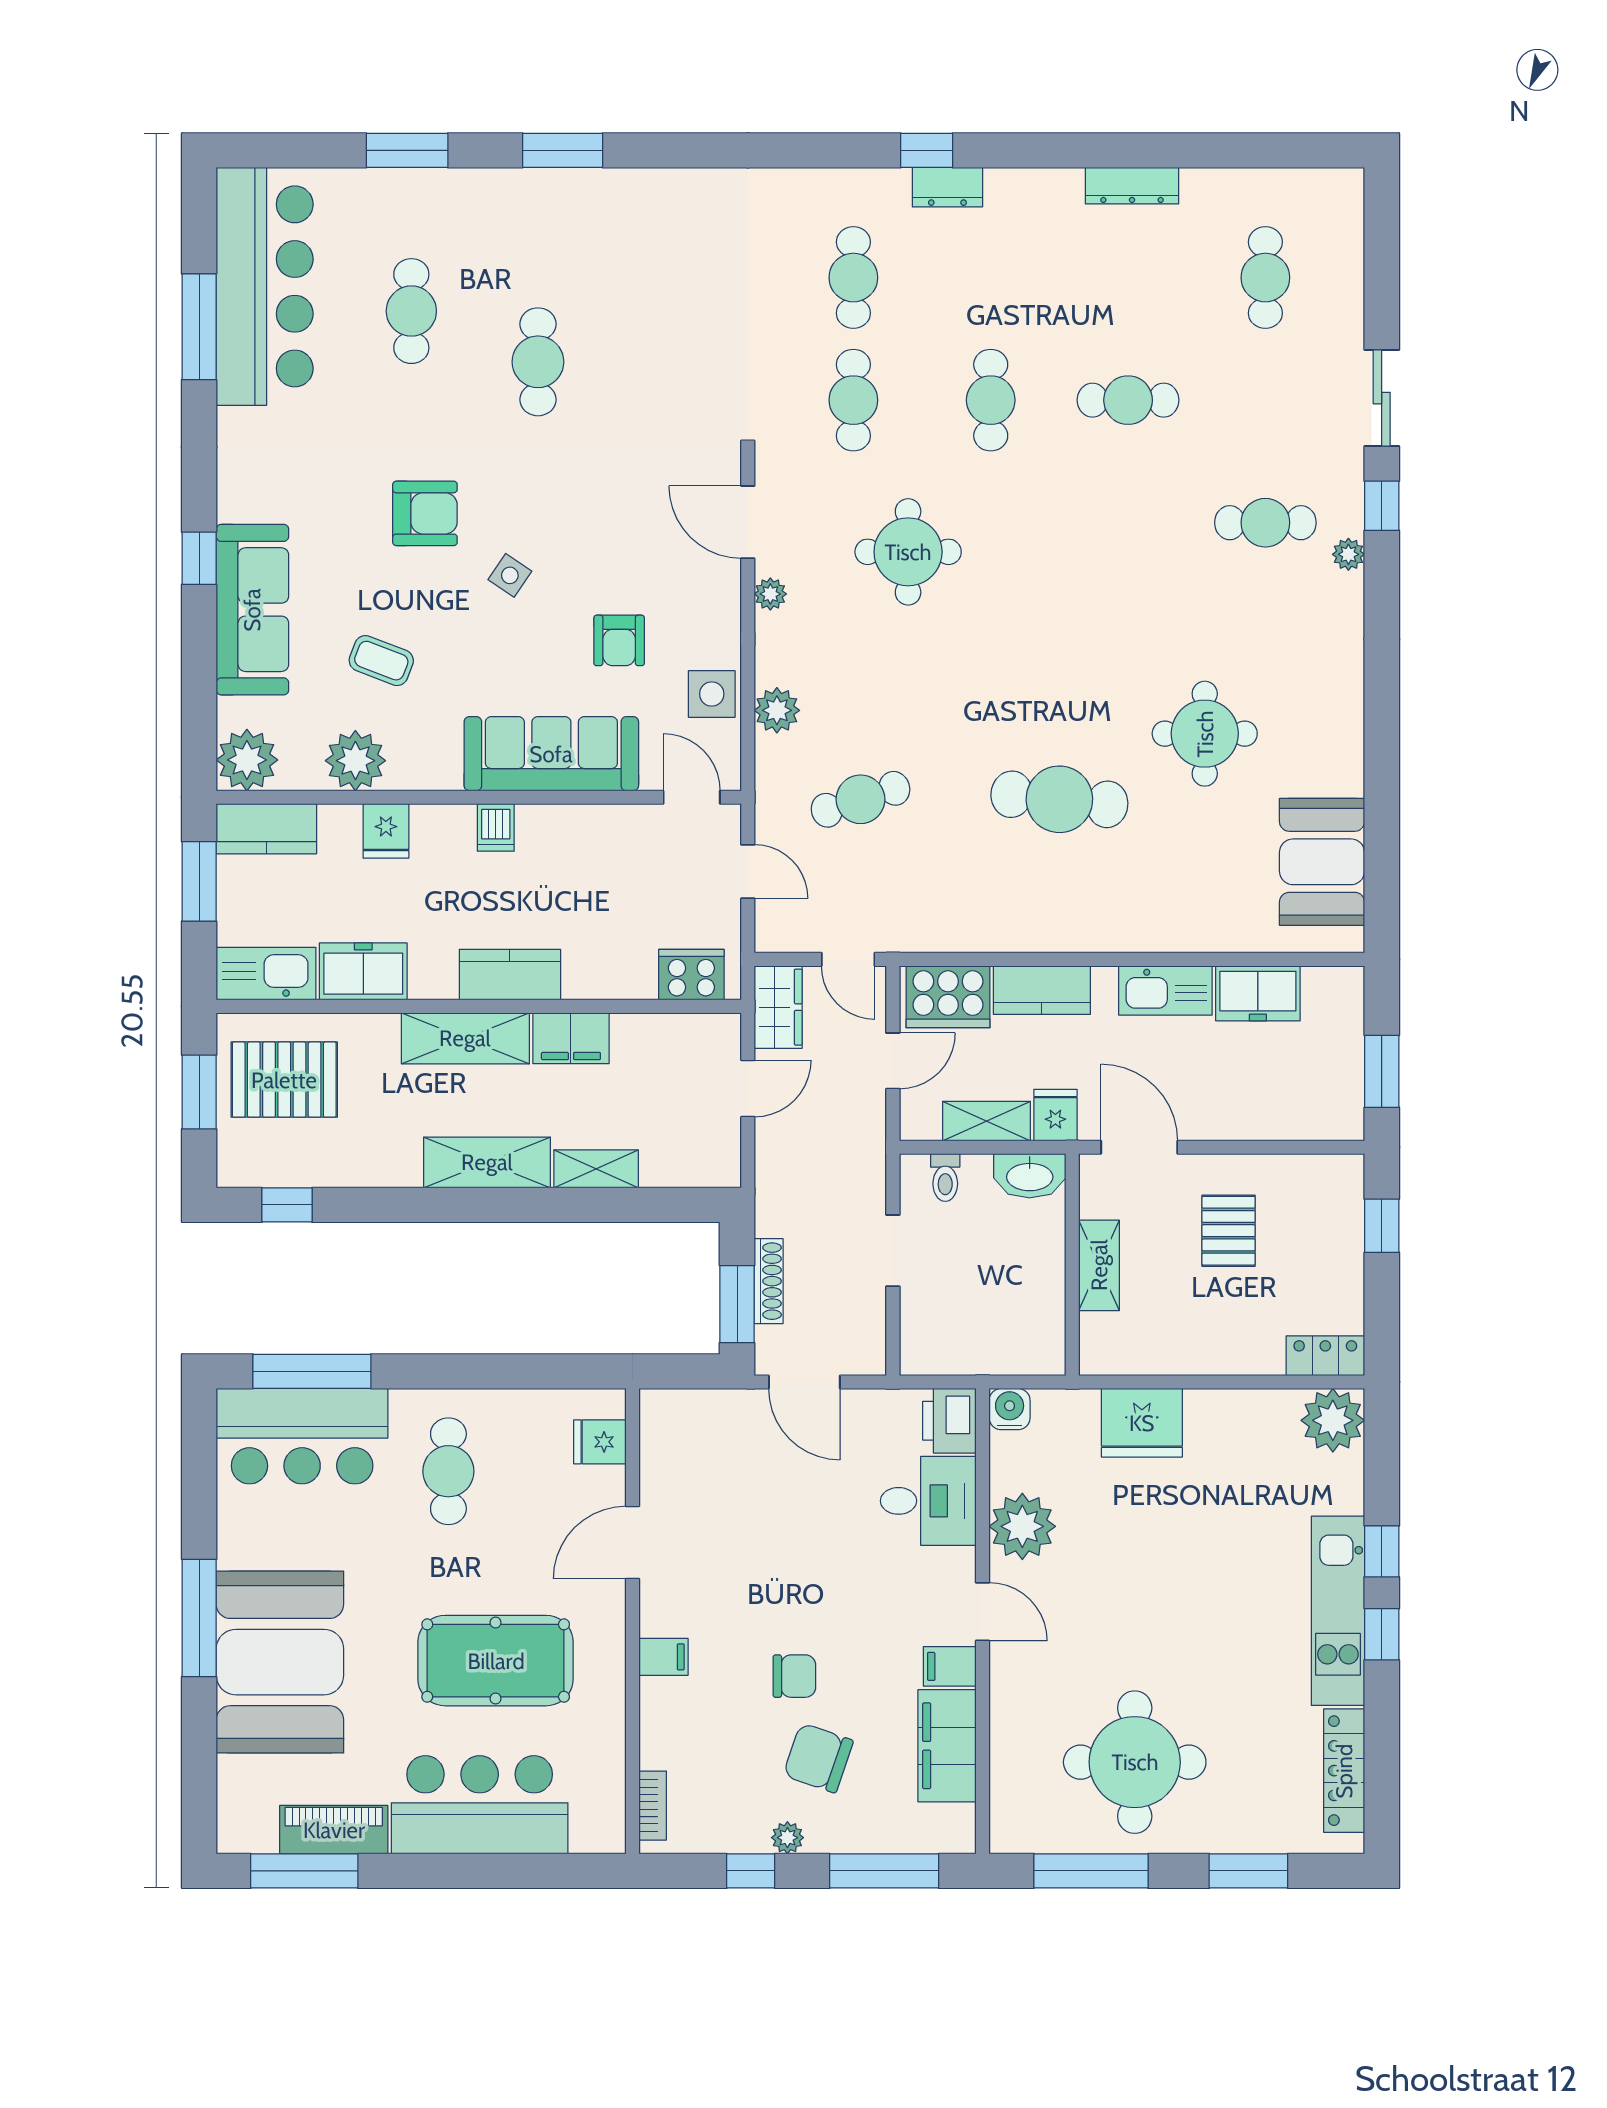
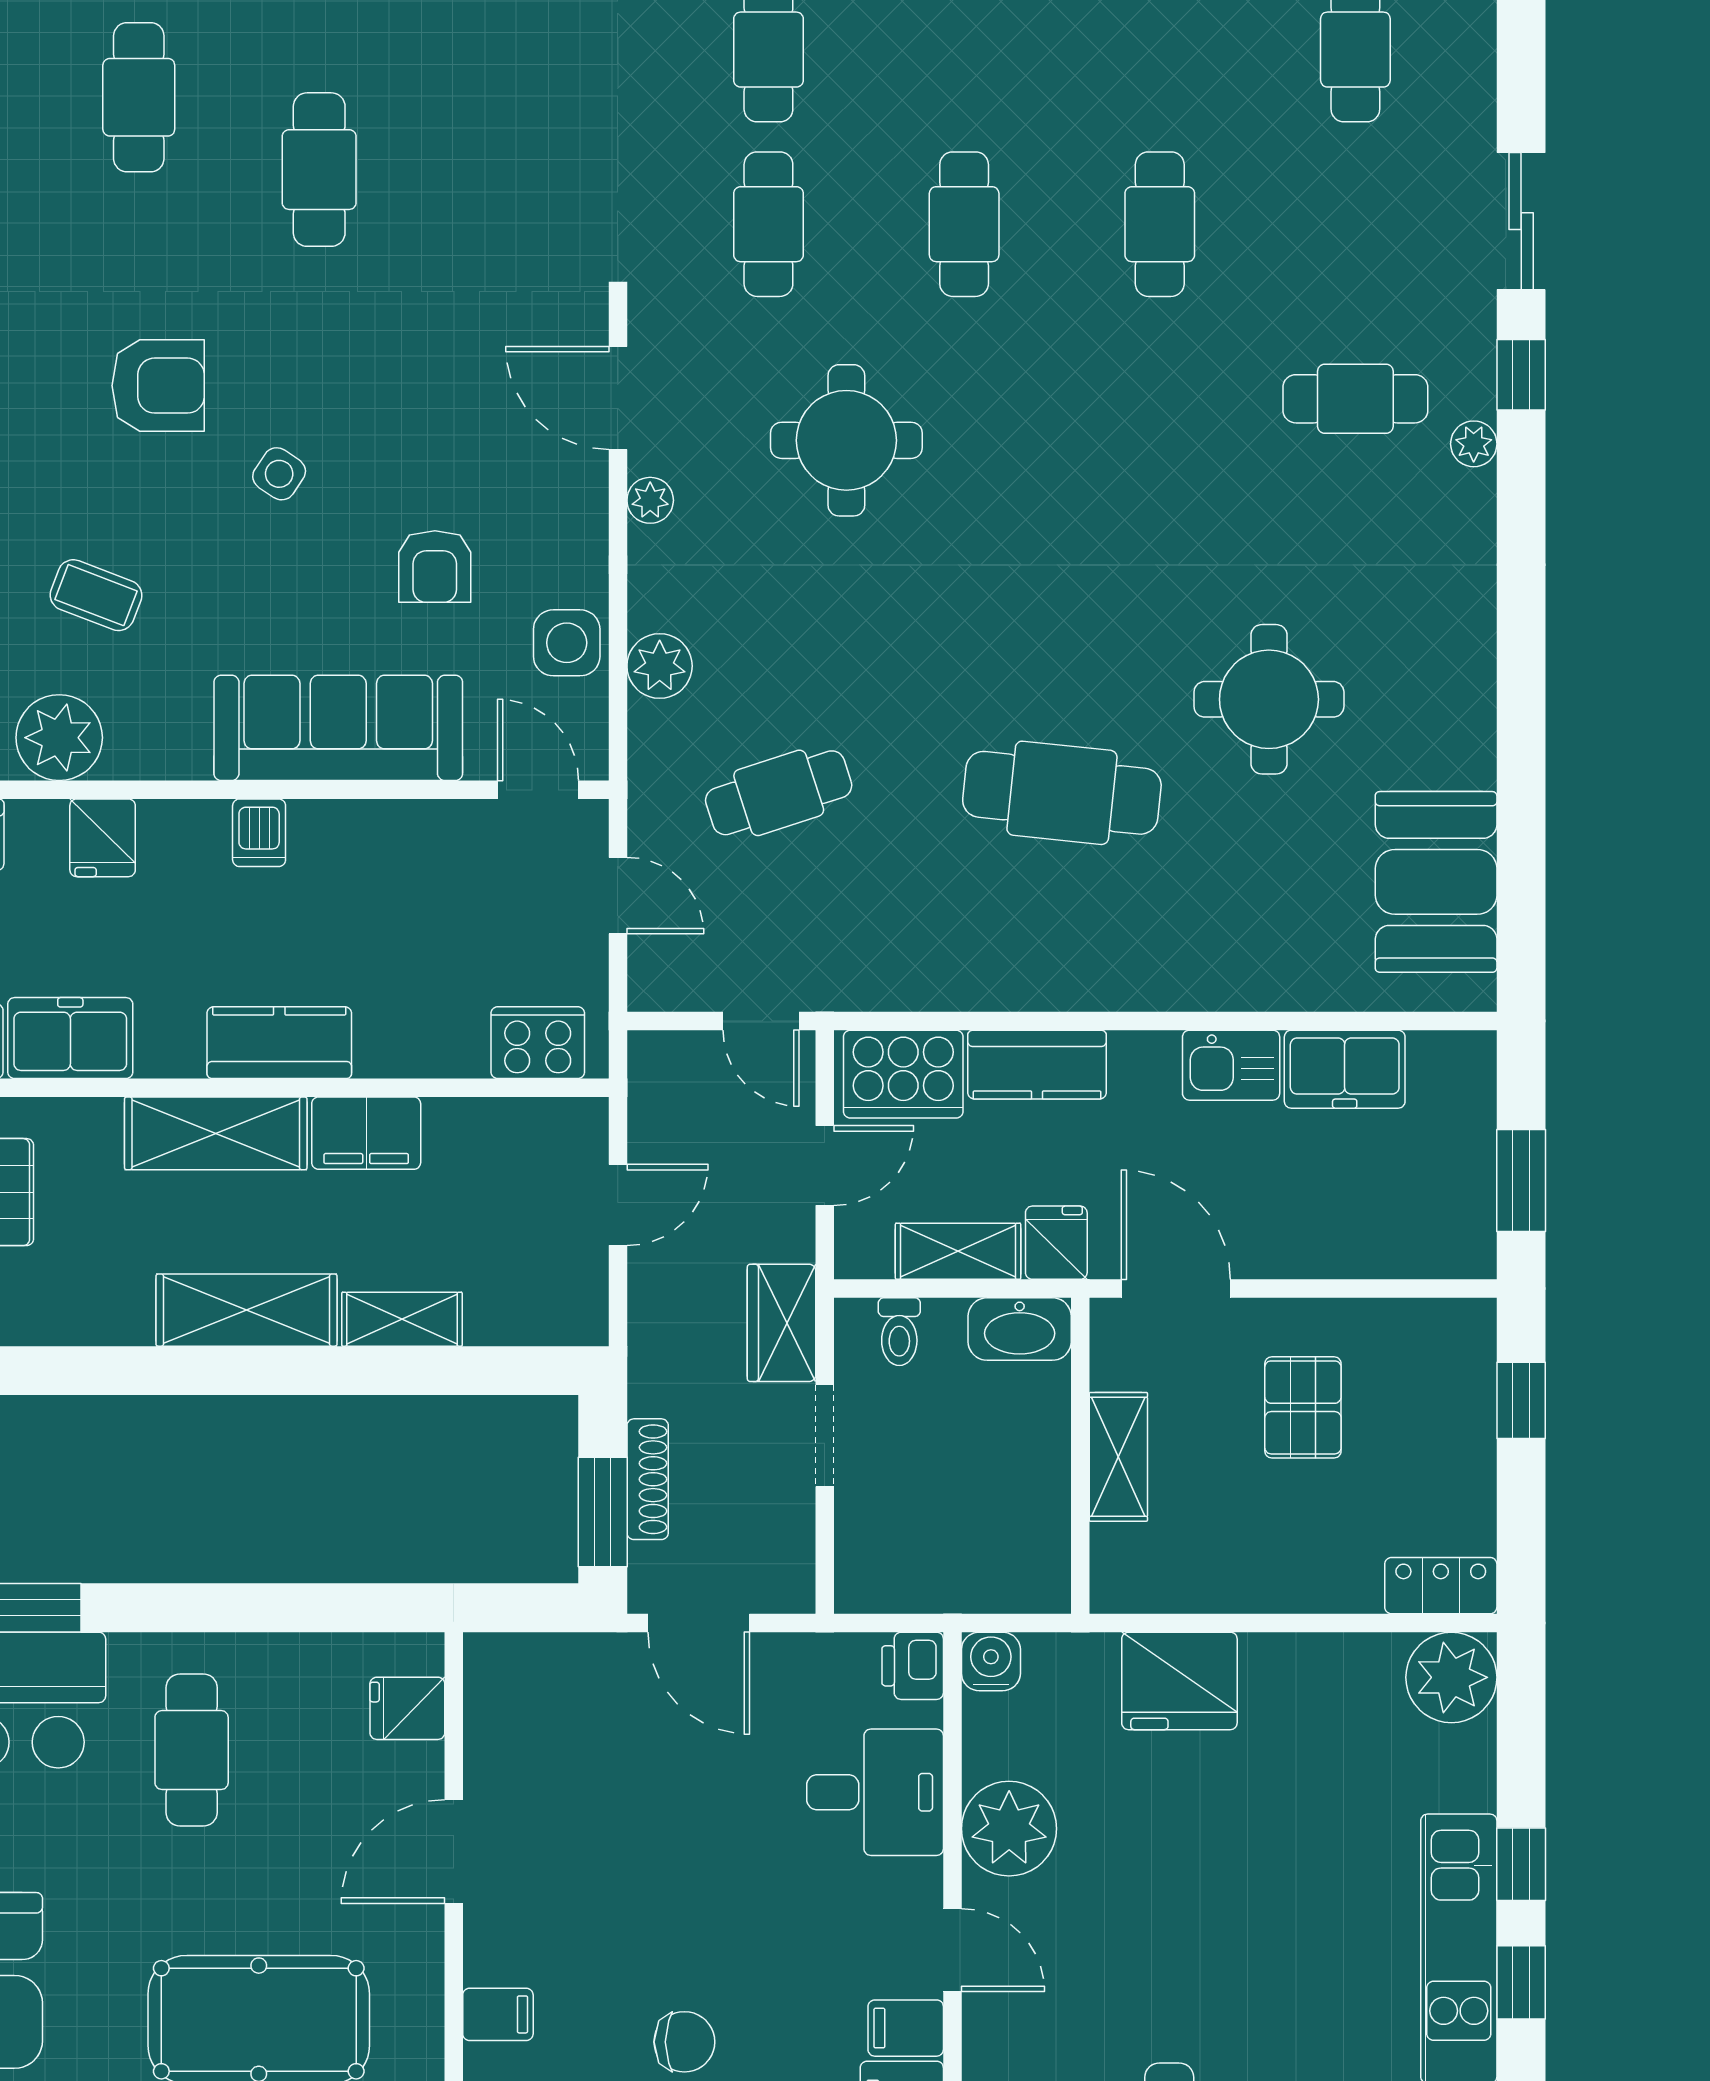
cafe table: (1128, 400) -> (1160, 224), turned 90
kitchen sink: (1165, 990) -> (1231, 1065), width x0.73
wardrobe: (778, 1007) -> (781, 1323), moved, turned 180
printer: (949, 1421) -> (913, 1666), width x0.73, depth x0.81

